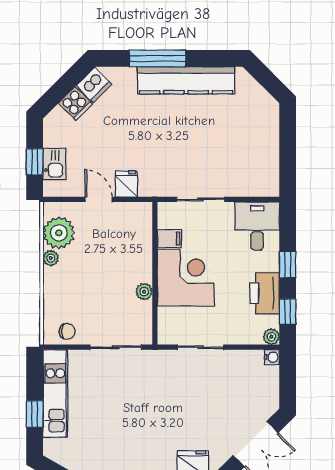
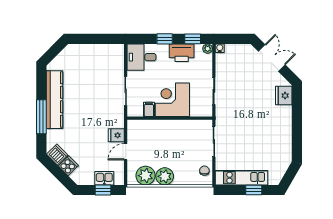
plant: (51, 258) -> (165, 176), width x1.88, depth x1.88
plant: (144, 292) -> (181, 125), removed

